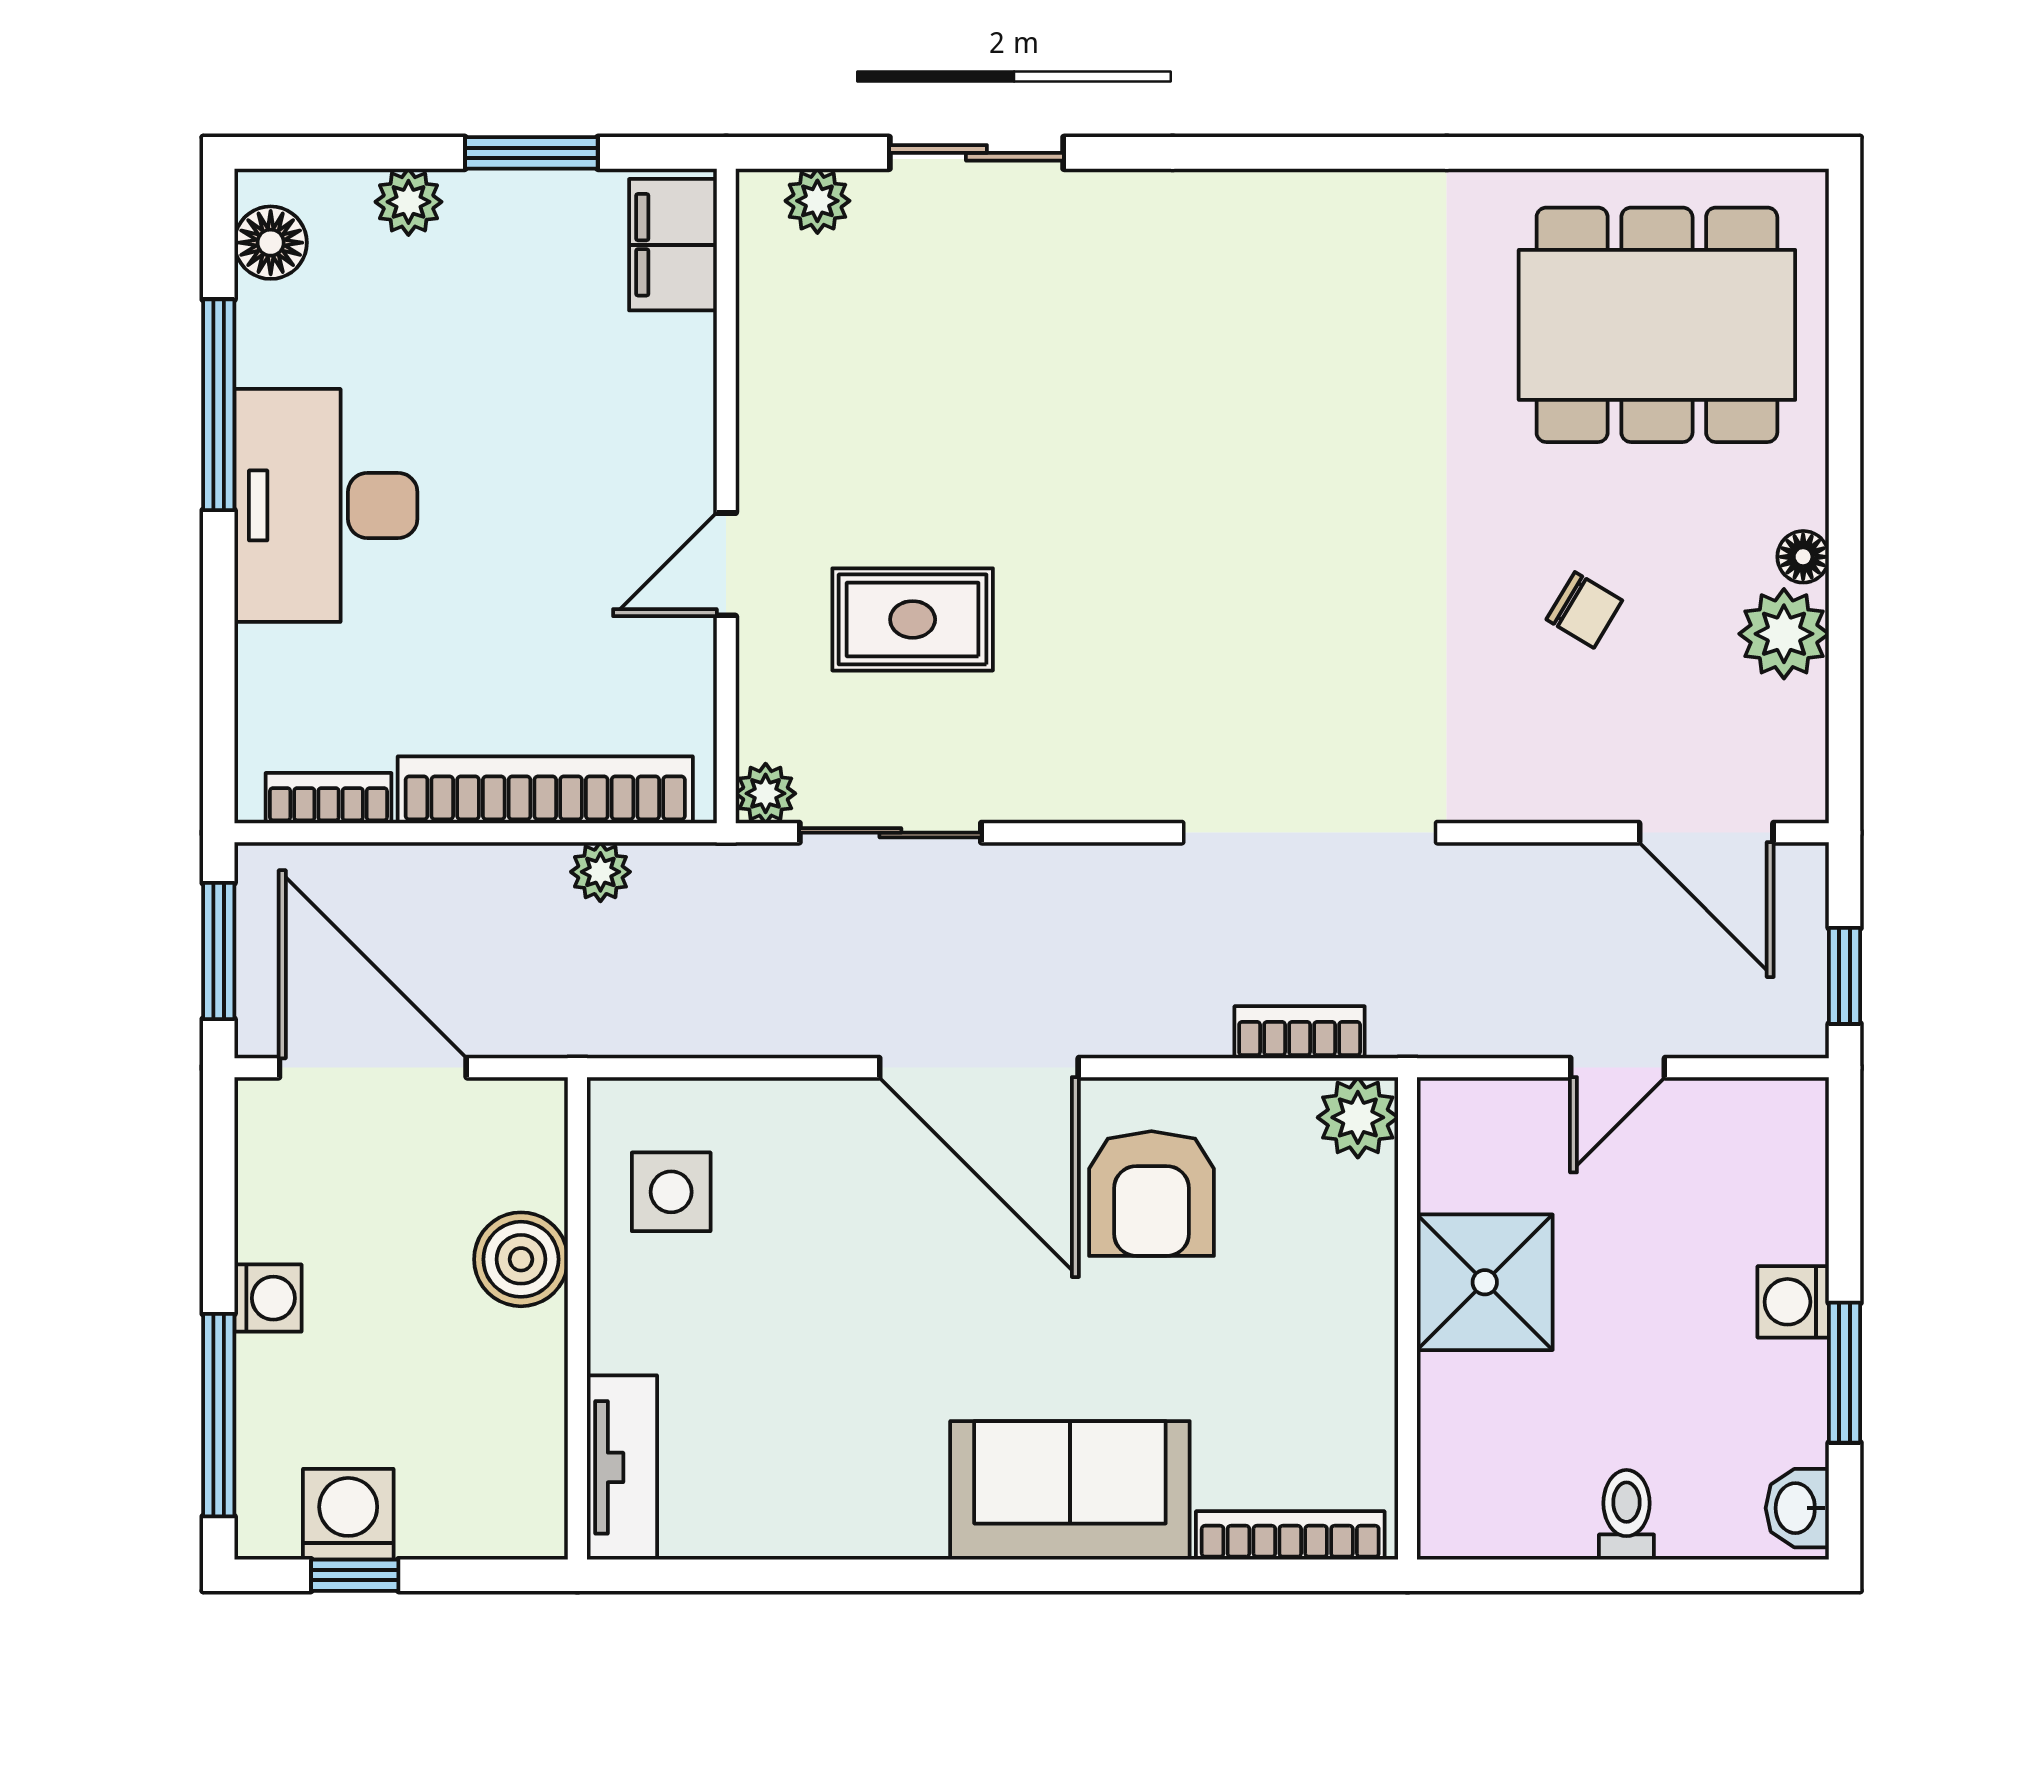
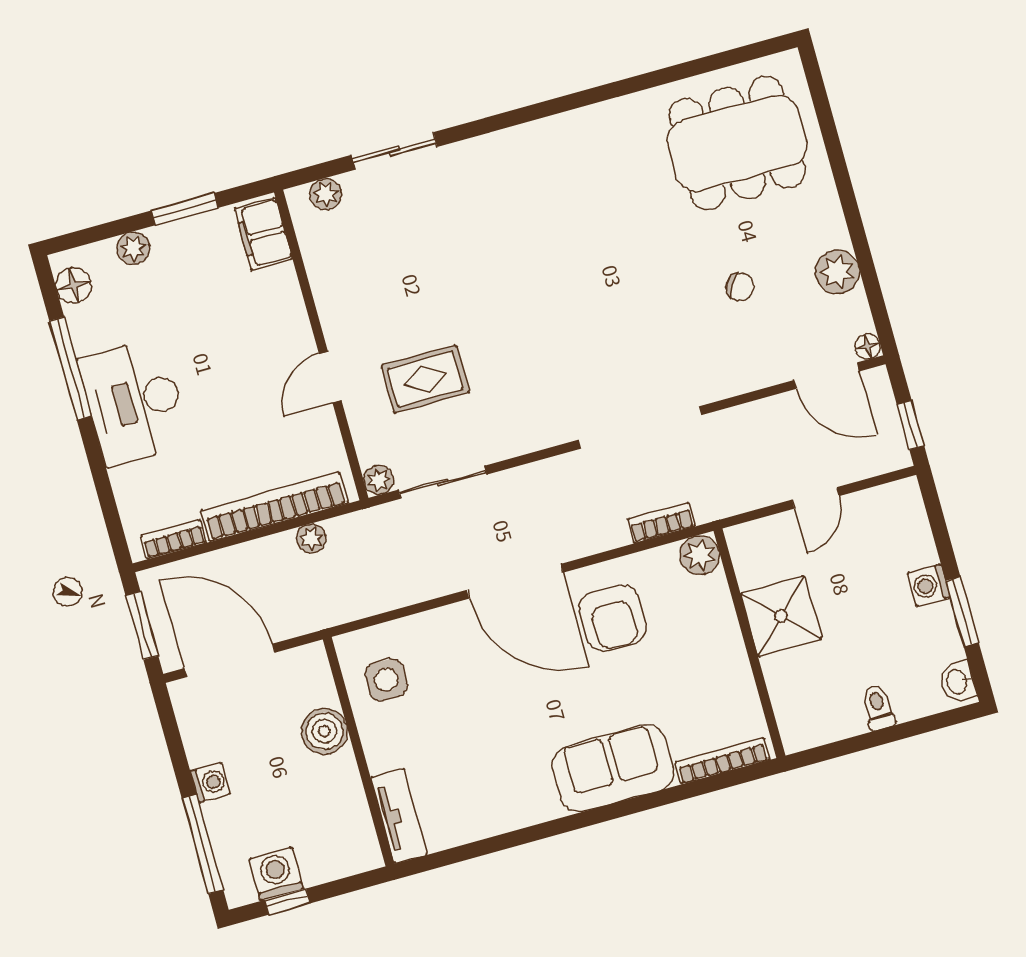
floor lamp: (1803, 557) -> (868, 346), moved

